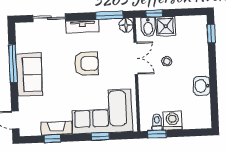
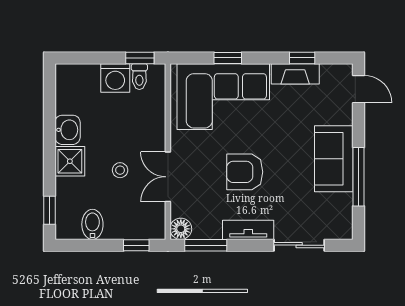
shower: (166, 26) -> (70, 161), moved
bidet: (148, 27) -> (92, 224), moved

